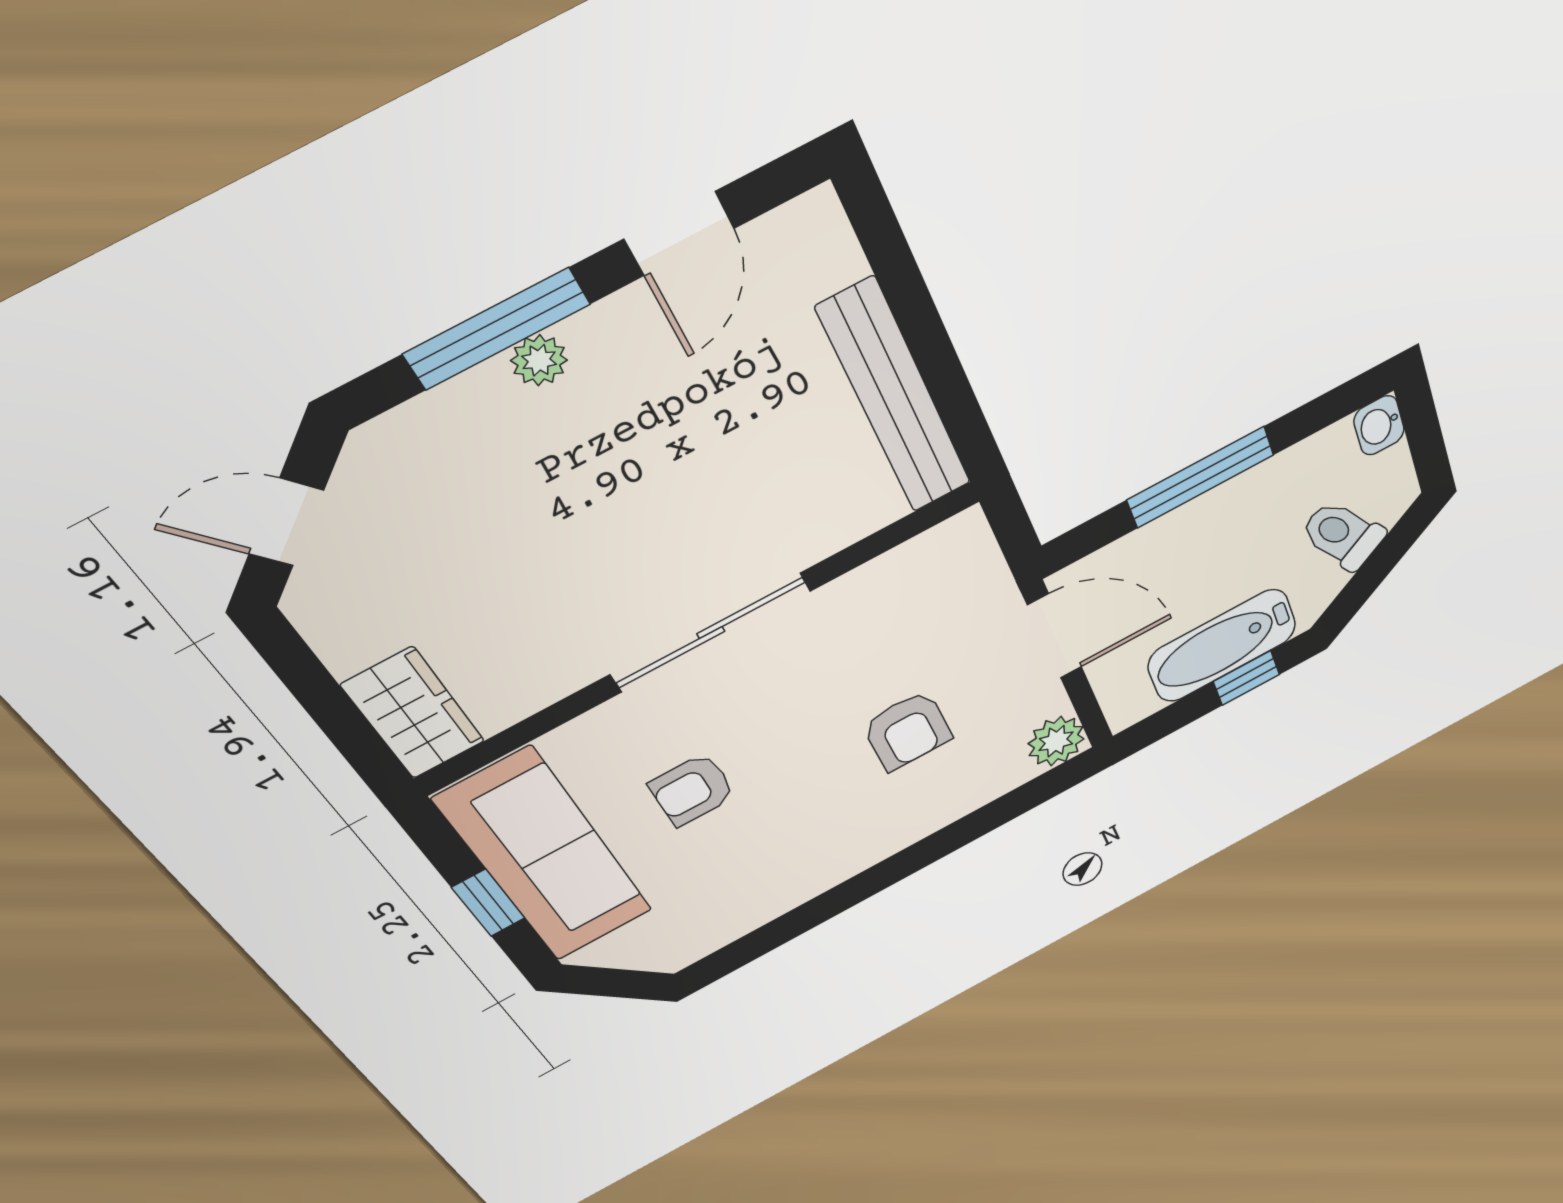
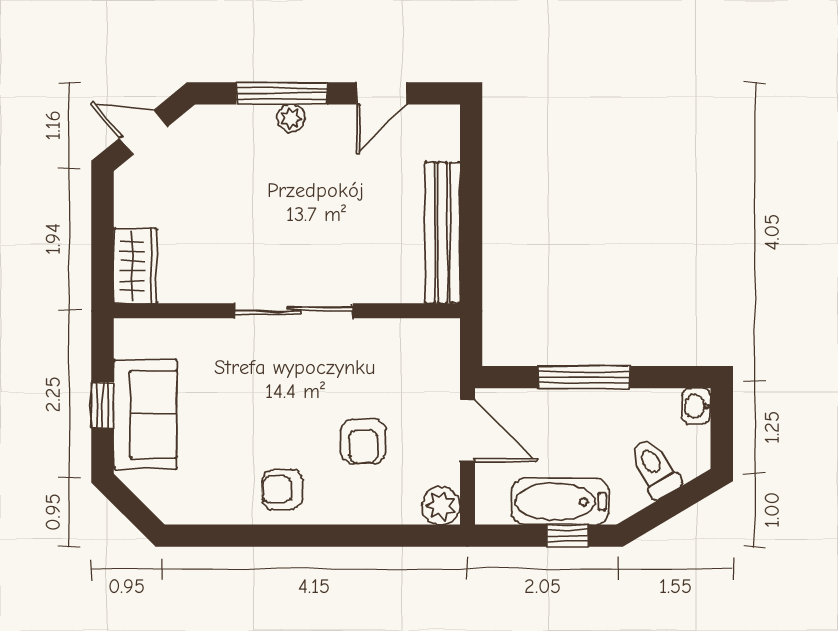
armchair: (692, 790) -> (282, 490), moved
sofa: (545, 856) -> (145, 414), width x0.73

